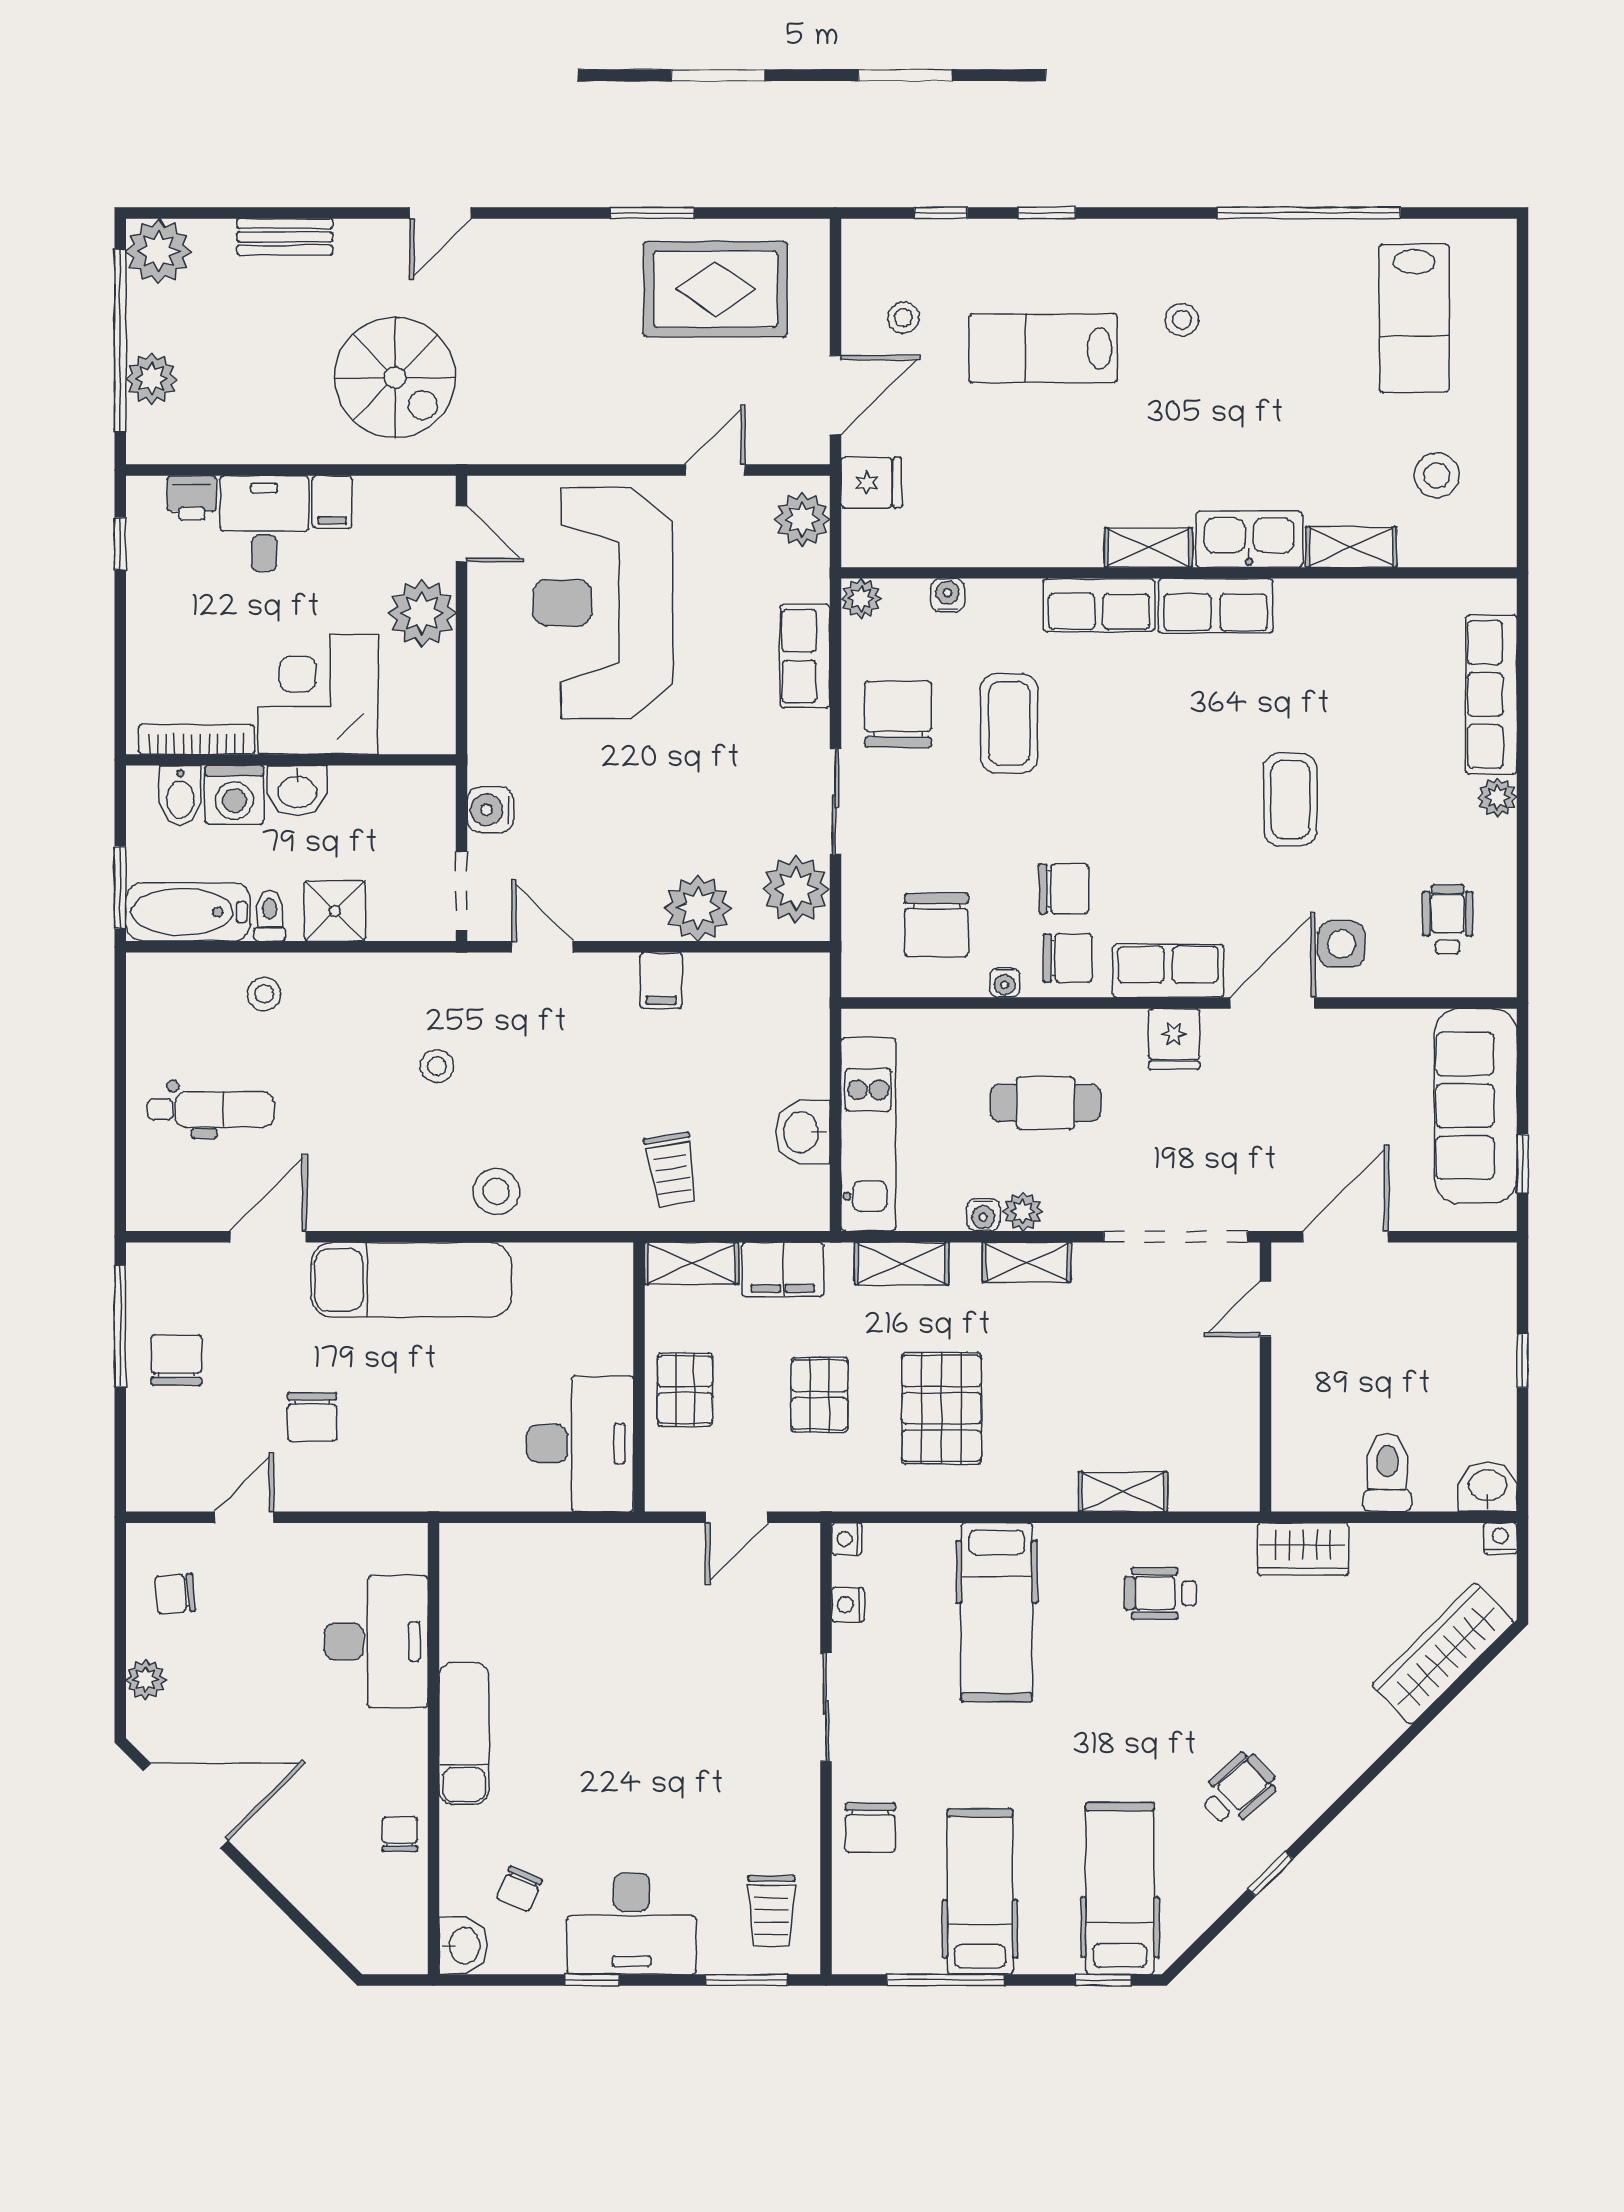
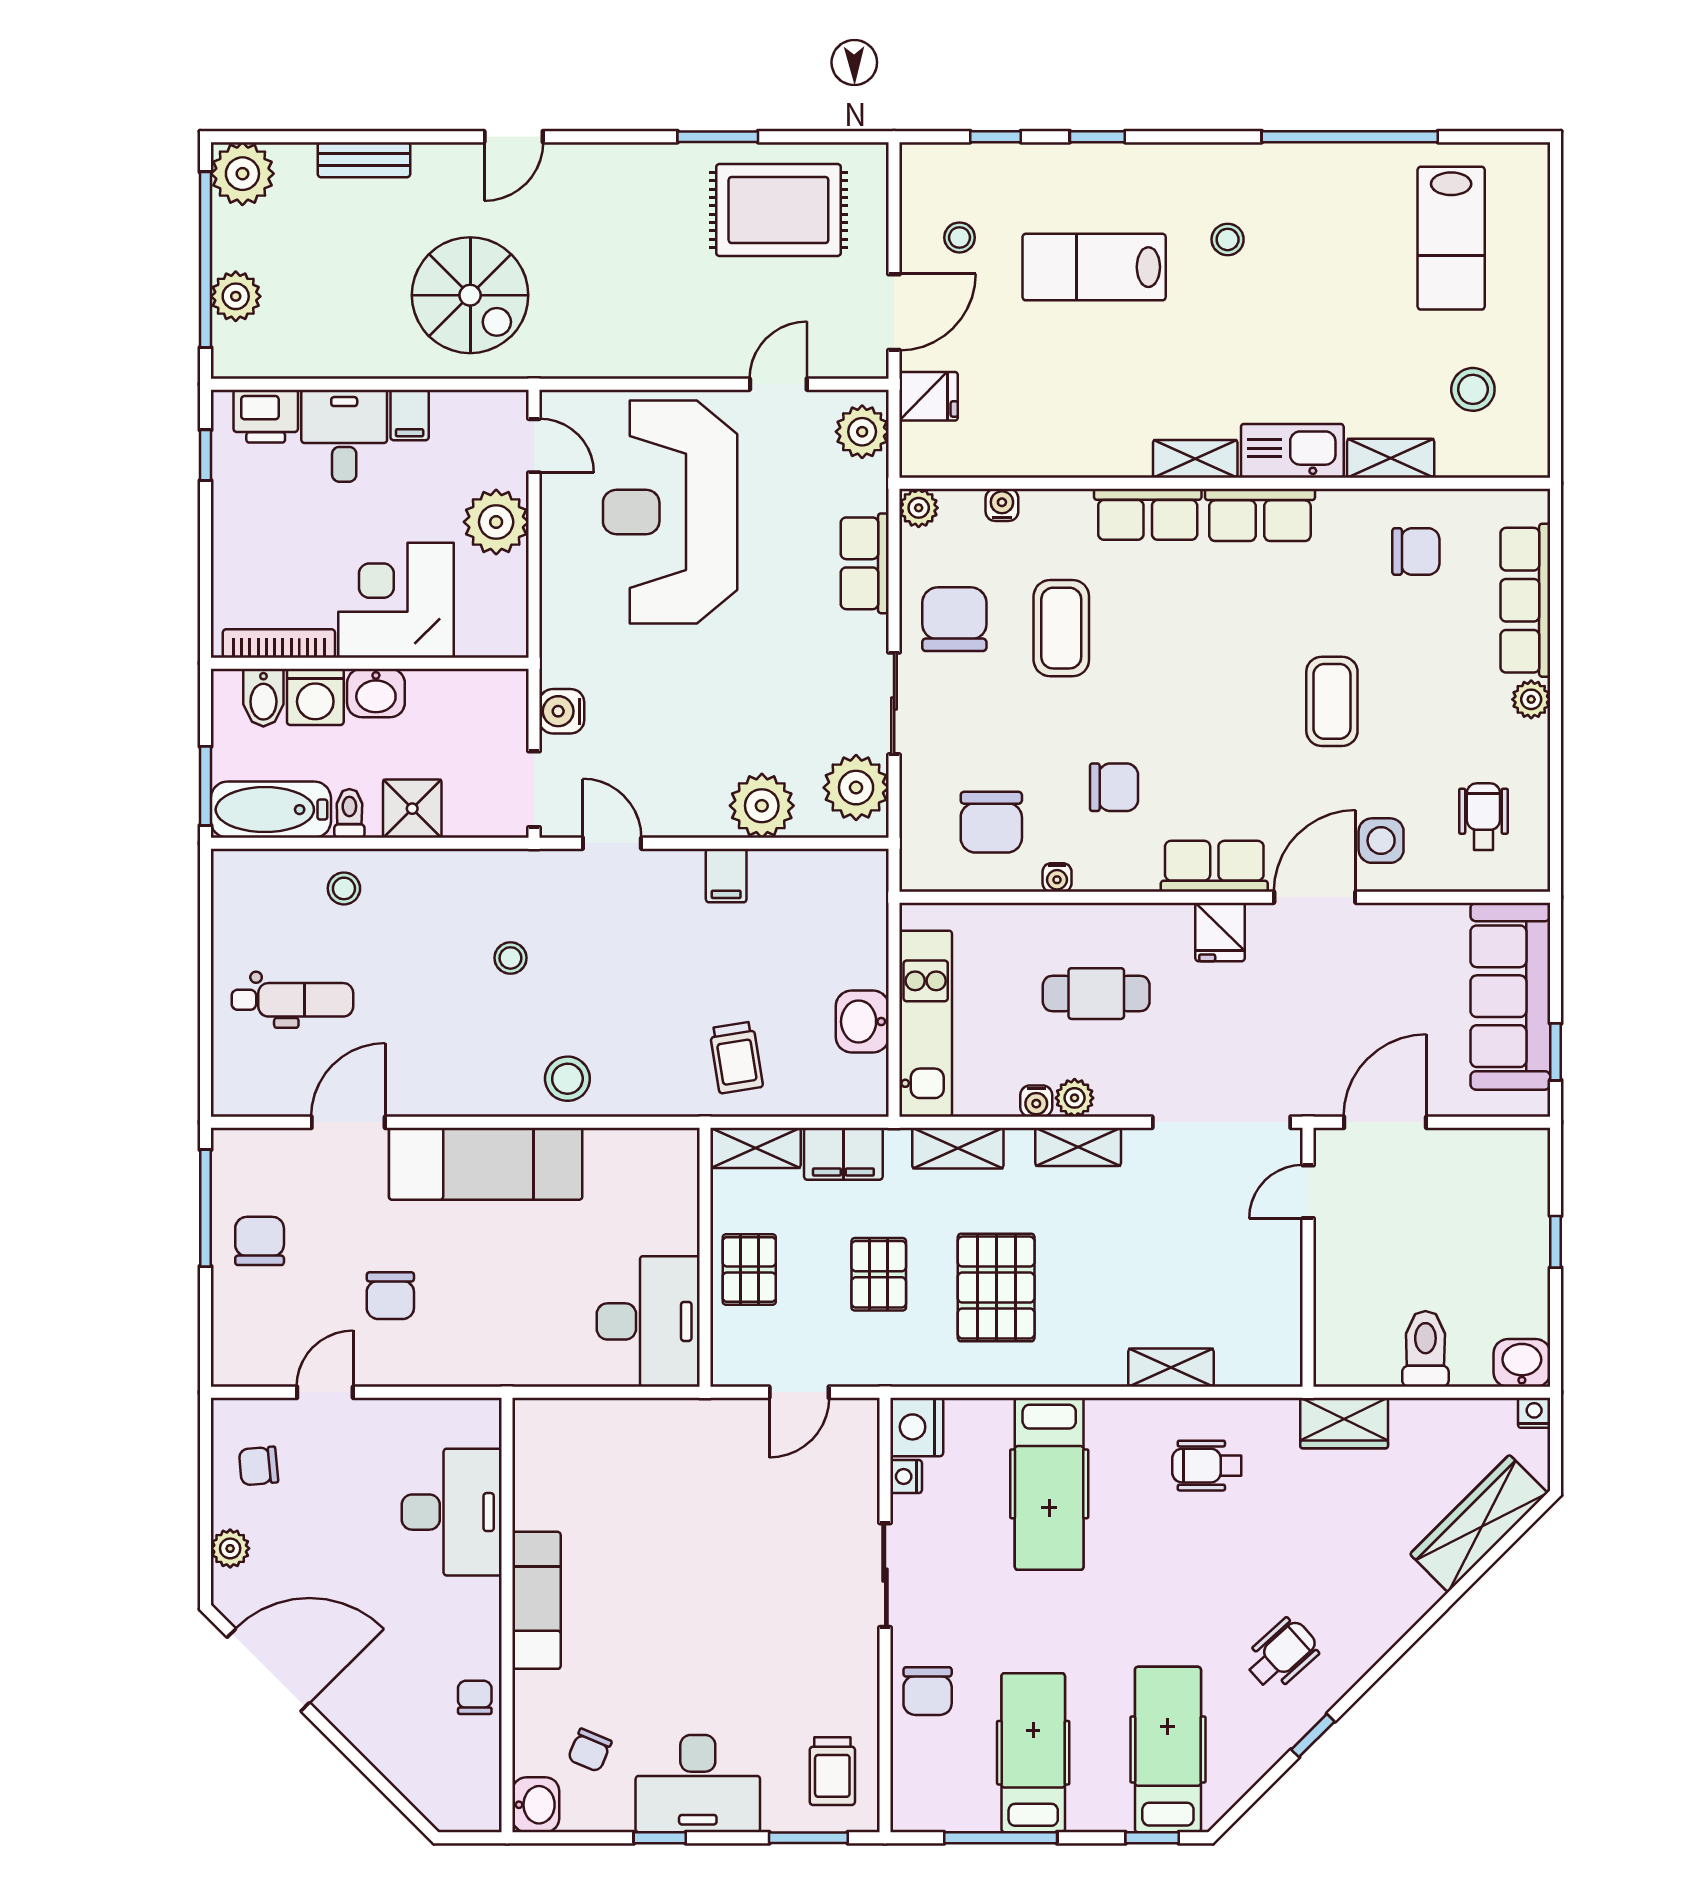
printer: (192, 498) -> (266, 416), width x1.36, depth x1.24
chair: (1068, 958) -> (1416, 552), moved
nightstand: (847, 1539) -> (917, 1427), width x1.89, depth x1.79

